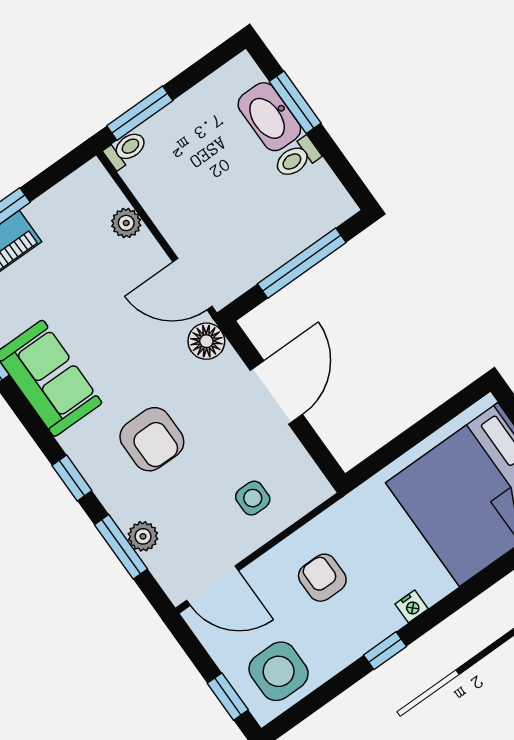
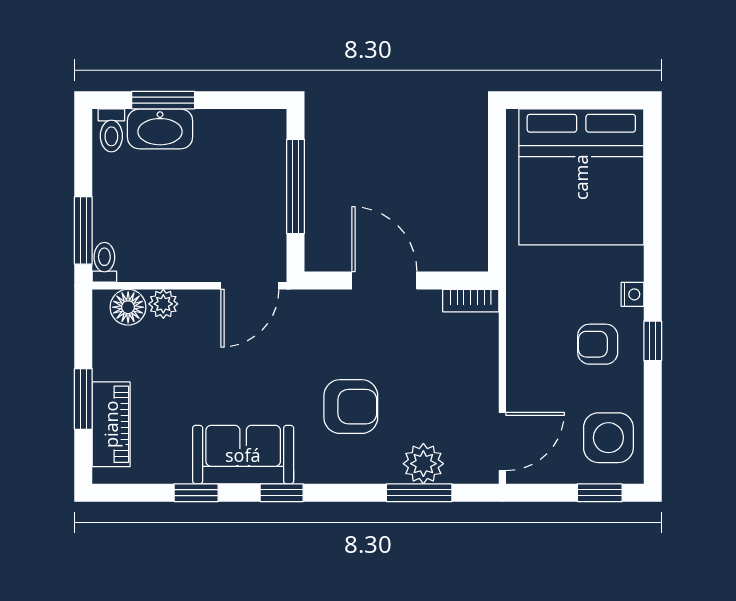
toilet: (297, 158) -> (111, 130), moved
floor lamp: (206, 341) -> (128, 307), moved
bookcase: (311, 476) -> (471, 301), added
window: (72, 478) -> (282, 493), moved
side table: (253, 498) -> (455, 360), removed
plant: (143, 536) -> (423, 464), width x1.38, depth x1.38
armchair: (322, 578) -> (598, 344), moved

